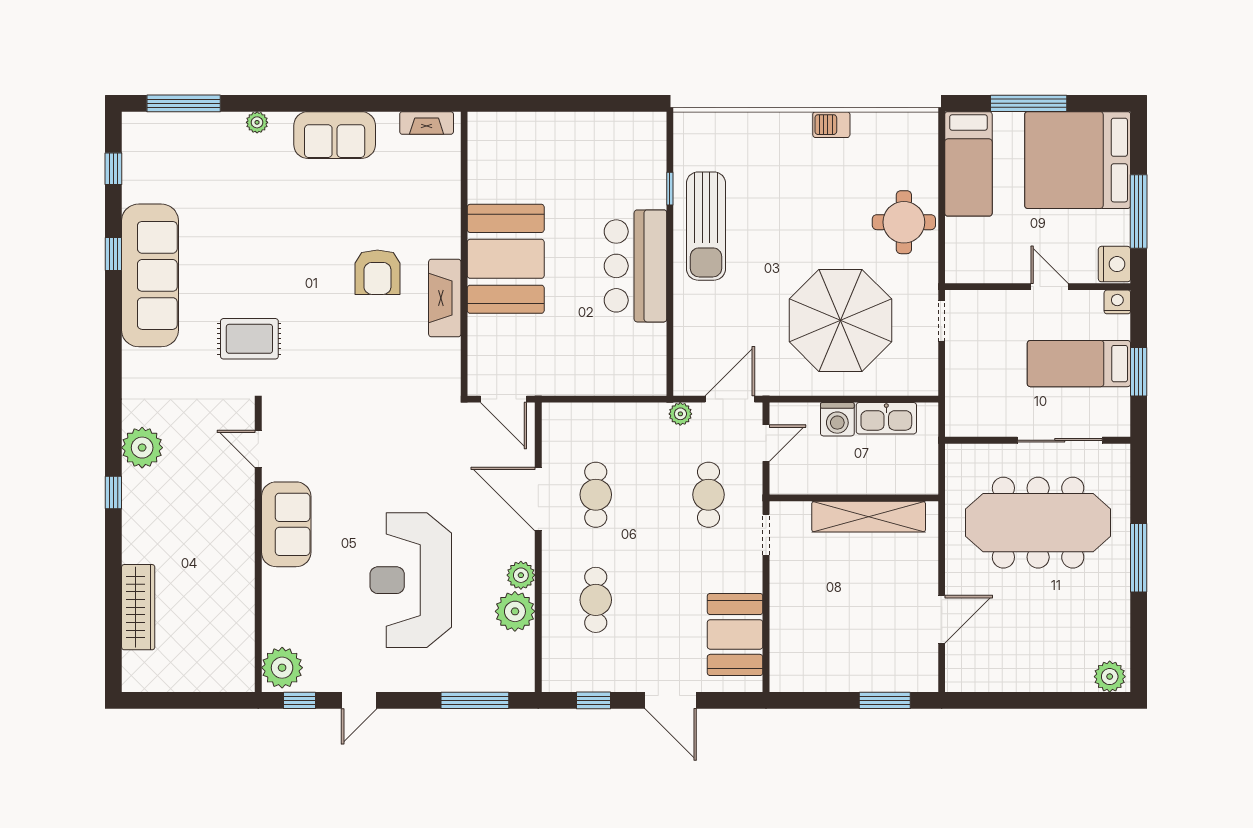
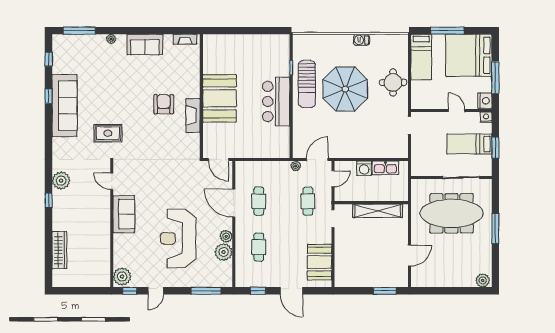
armchair: (377, 272) -> (164, 104), turned 180
parasol: (840, 320) -> (345, 89), moved

